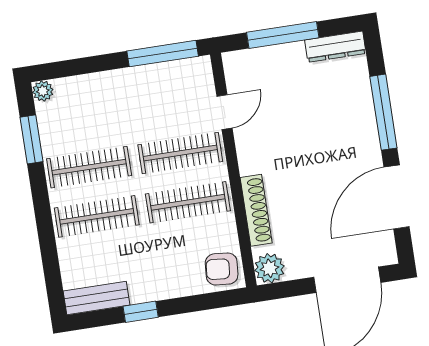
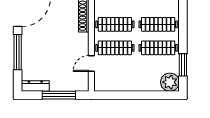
window: (163, 54) -> (116, 95), removed
plant: (43, 91) -> (170, 82), width x1.88, depth x1.88

